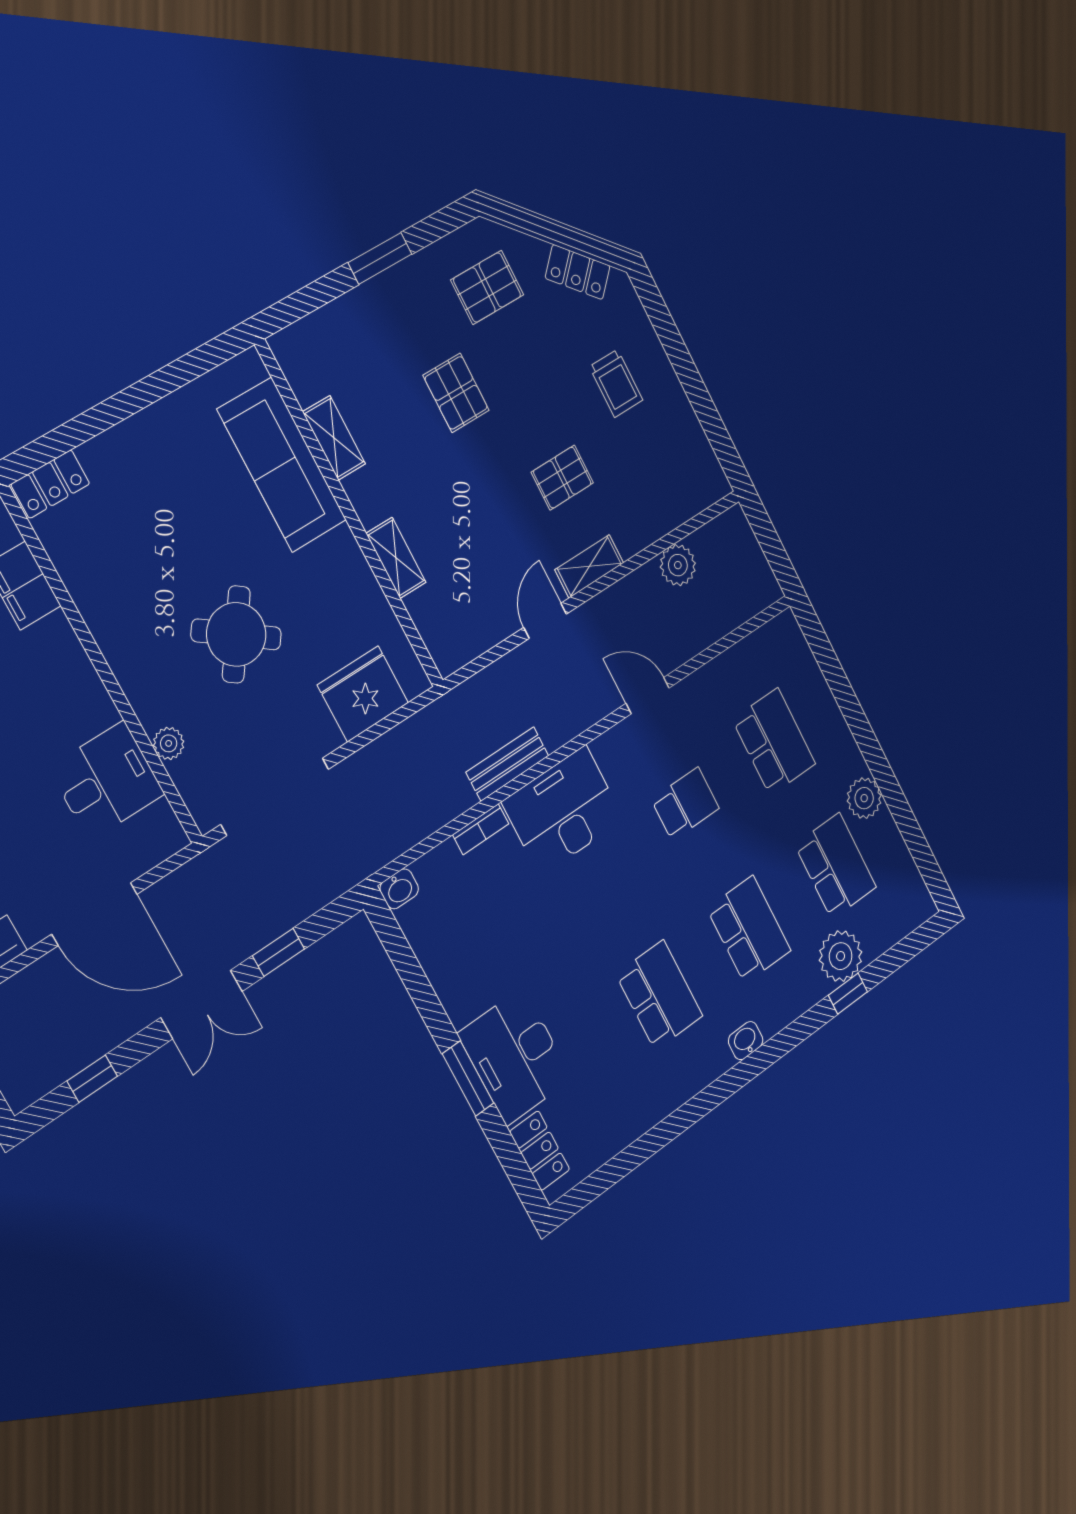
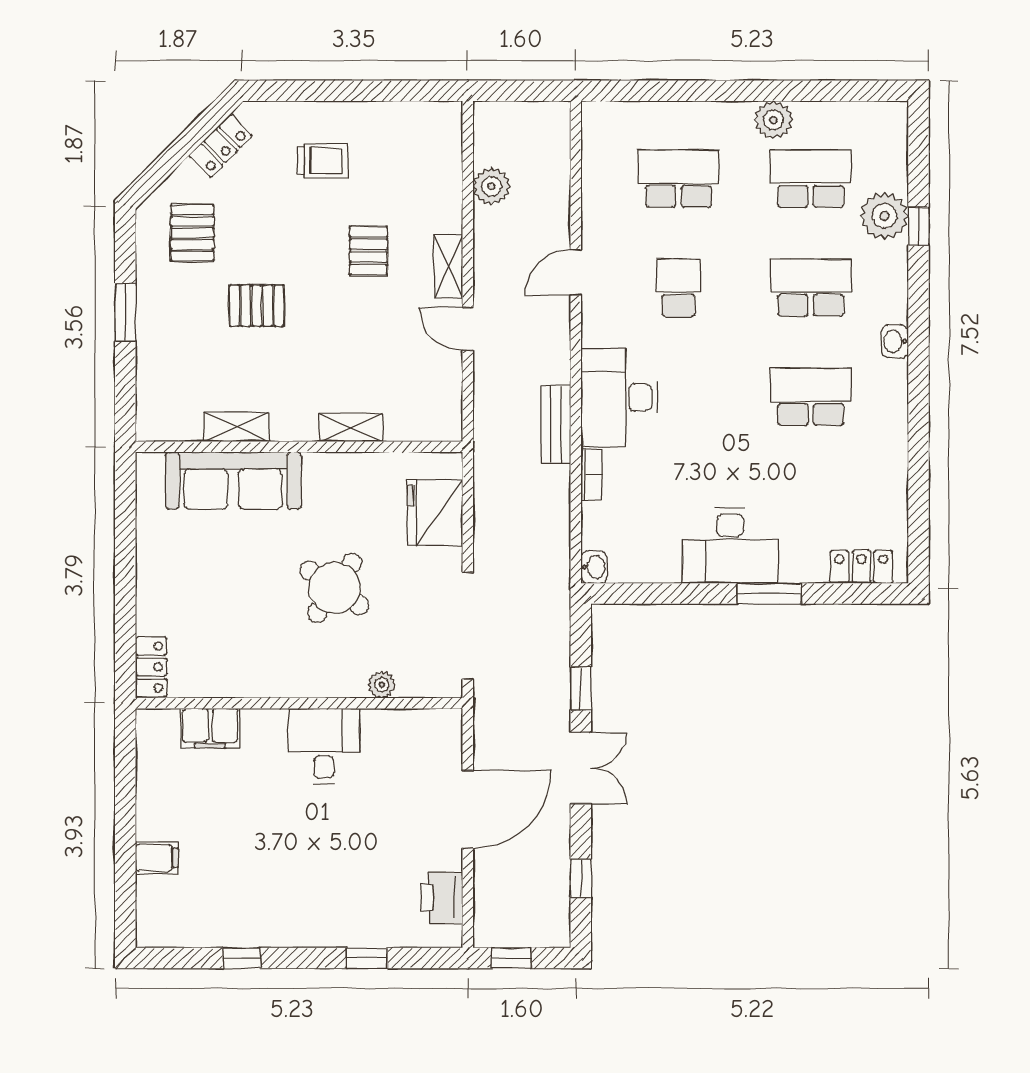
desk: (107, 781) -> (324, 746), moved
desk: (515, 1056) -> (730, 546), moved

